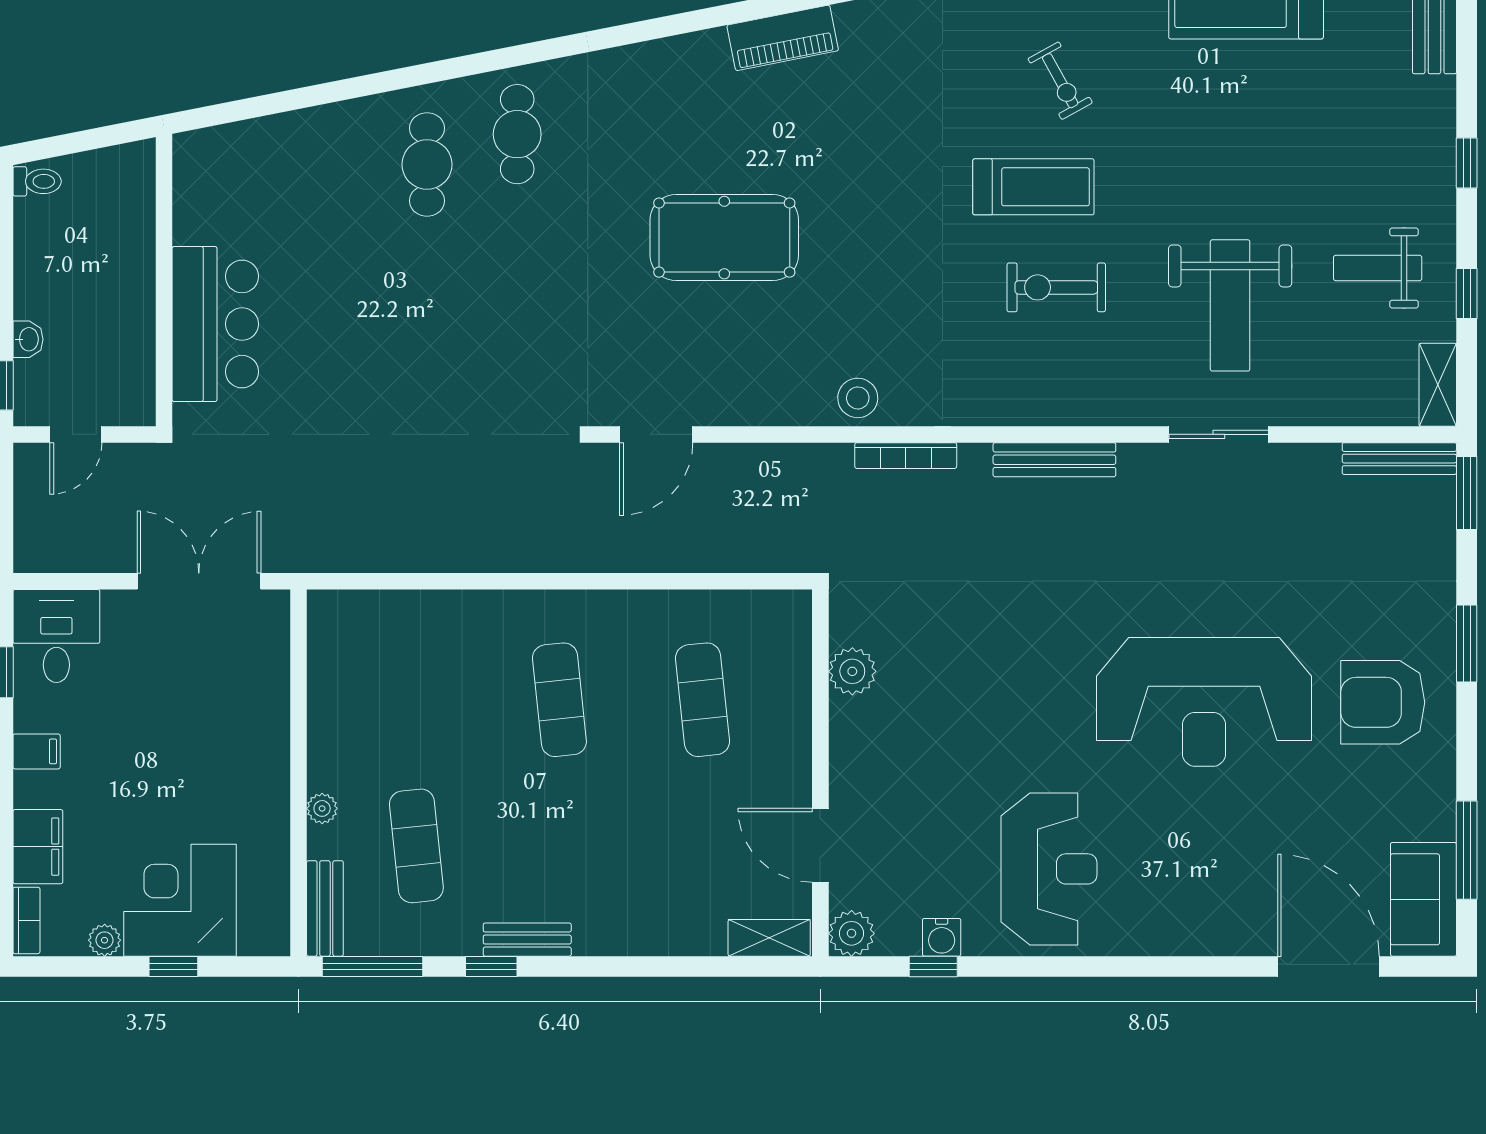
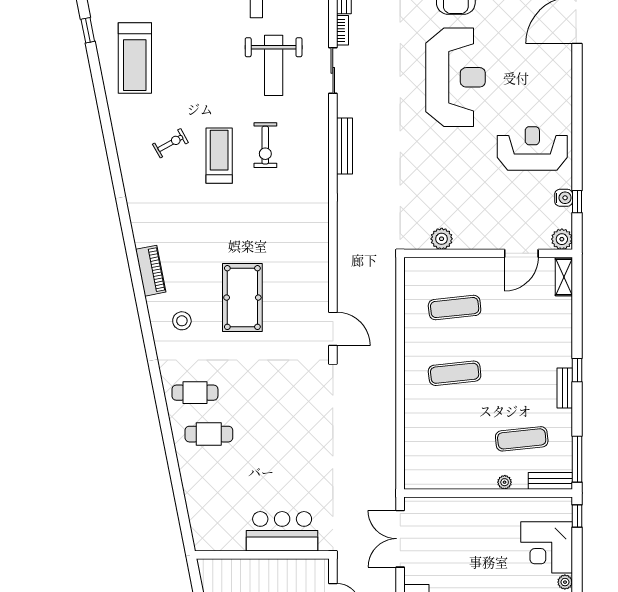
weight bench: (1230, 305) -> (274, 65), turned 90
stool: (858, 398) -> (182, 321), moved
bookcase: (906, 456) -> (343, 30), moved, width x0.64
window: (173, 966) -> (577, 516), moved
window: (491, 966) -> (577, 370), moved

